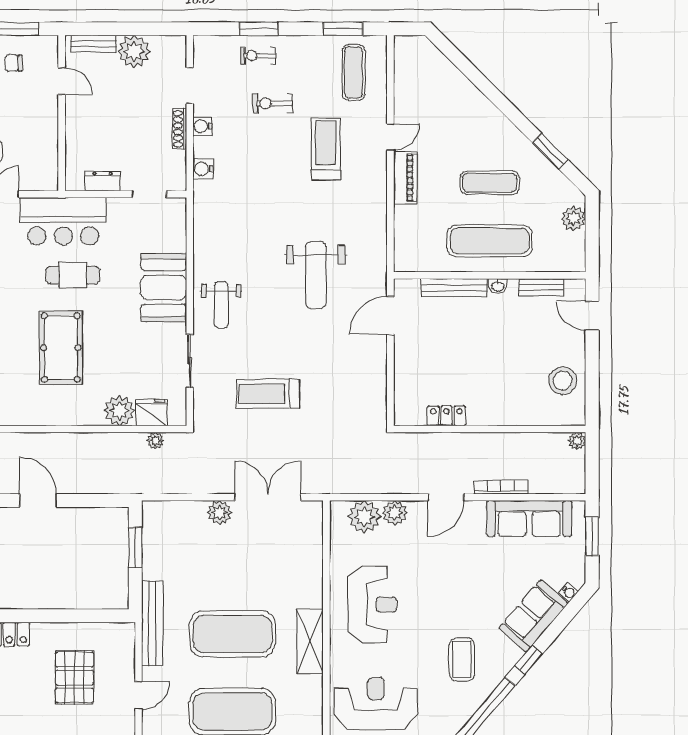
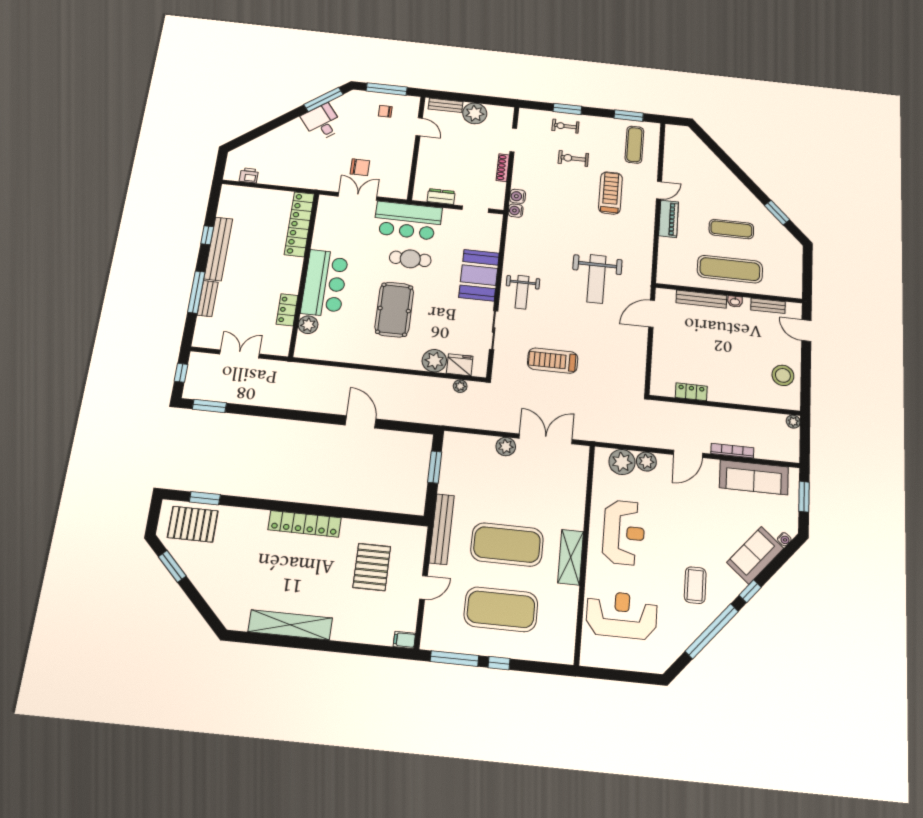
water cooler: (202, 126) -> (516, 211), moved
plant: (574, 219) -> (794, 260), removed

